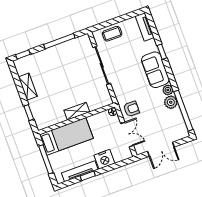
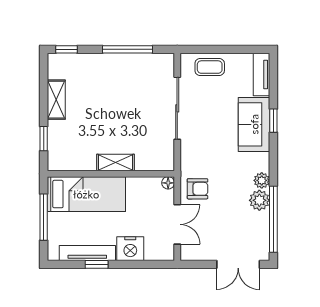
sofa: (155, 70) -> (254, 124), moved
double door: (161, 149) -> (238, 264), moved

